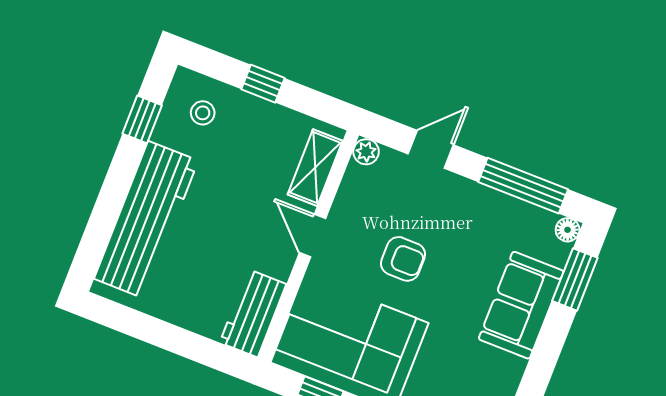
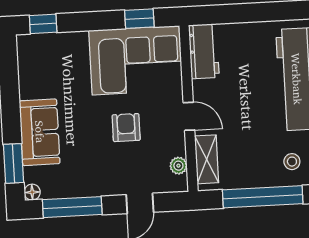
window: (263, 84) -> (263, 197), width x3.17
plant: (366, 152) -> (178, 166), moved
armchair: (403, 259) -> (126, 128), turned 90

